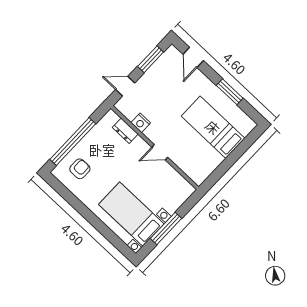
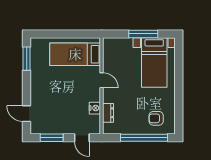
door: (193, 57) -> (27, 114), swing flipped
window: (230, 92) -> (27, 59), moved
bed: (213, 127) -> (75, 54), moved, turned 90

